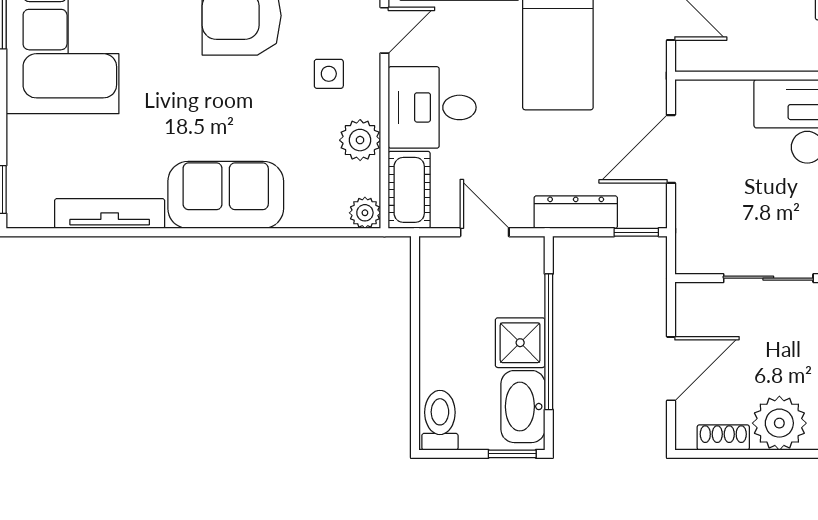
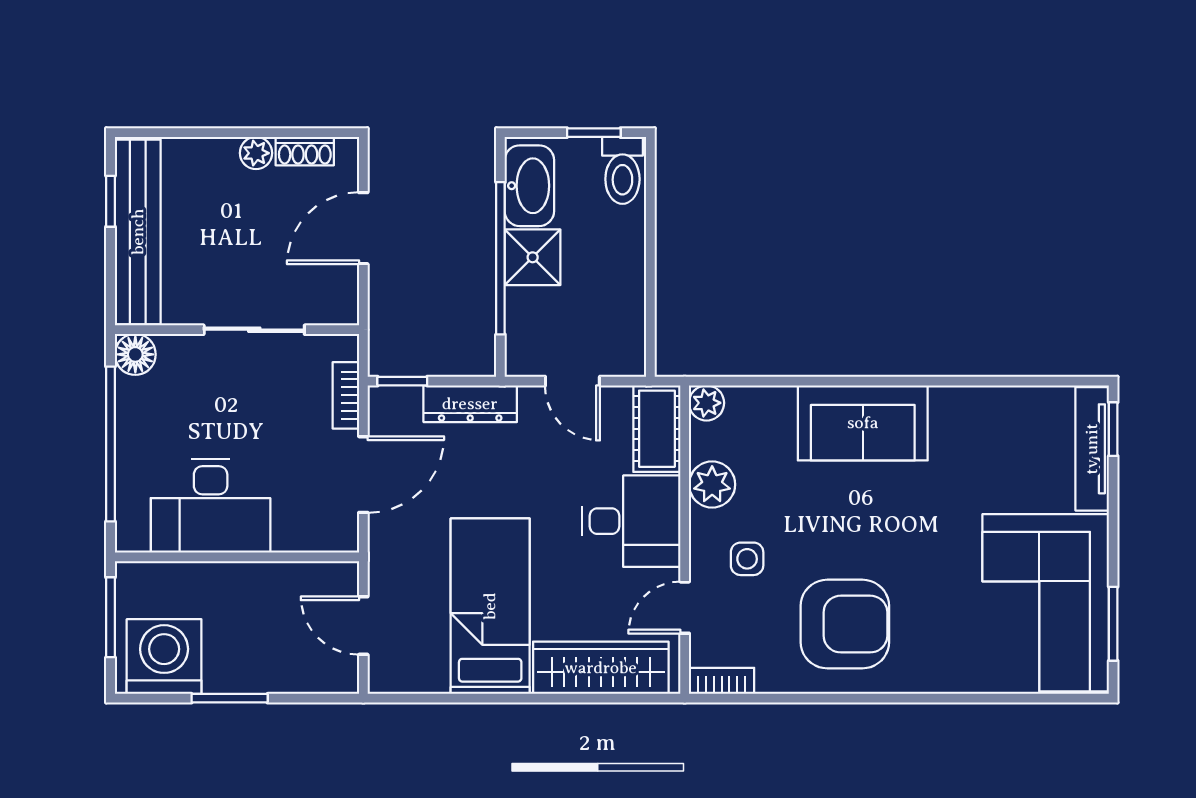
tv unit: (110, 214) -> (1092, 449), moved, turned 90
bookcase: (687, 220) -> (346, 395), added
plant: (779, 423) -> (256, 153), width x0.53, depth x0.53
window: (512, 454) -> (594, 133), moved

